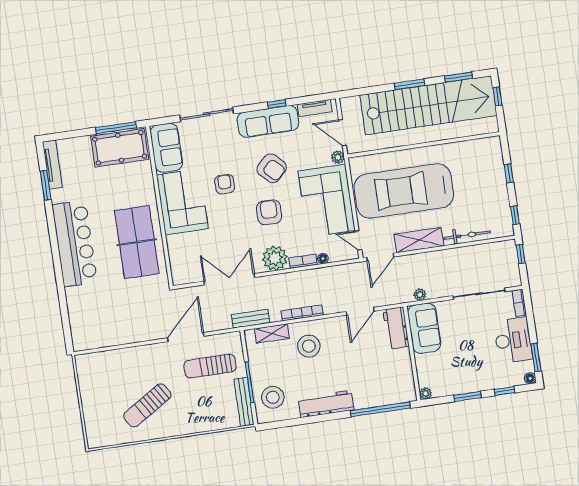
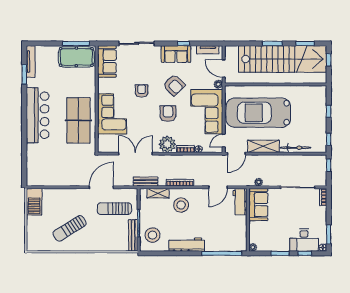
sofa: (268, 121) -> (176, 54), width x0.73
corner sofa: (182, 202) -> (112, 114), moved
door: (358, 240) -> (224, 141), hinge flipped
desk: (513, 340) -> (304, 240), moved, turned 90
barbecue: (88, 373) -> (34, 202), added

